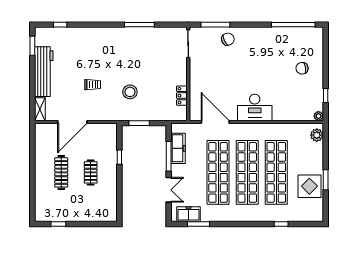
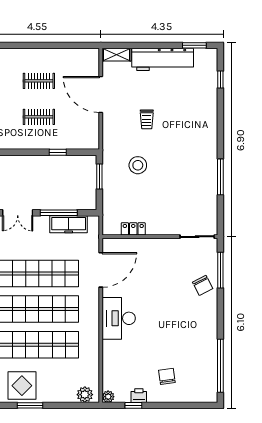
printer: (318, 91) -> (139, 396), added
clothes rail: (61, 172) -> (39, 81), width x0.73

